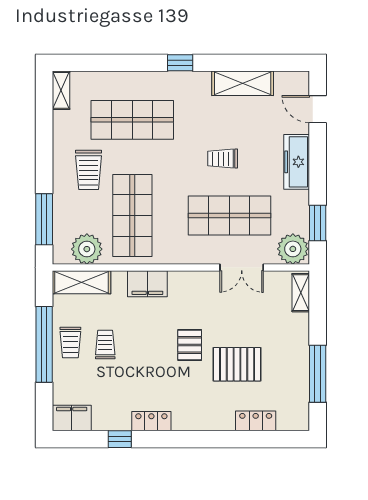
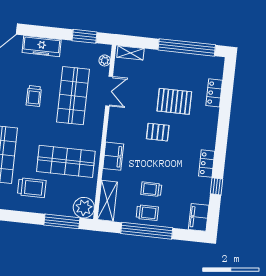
plant: (87, 249) -> (84, 208), moved
plant: (293, 249) -> (105, 60), width x0.53, depth x0.53
pallet: (237, 364) -> (174, 101), turned 90
window: (318, 374) -> (187, 47), width x1.46

